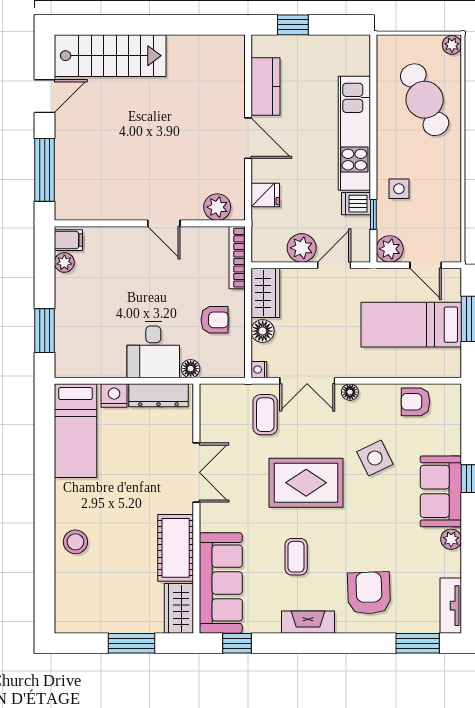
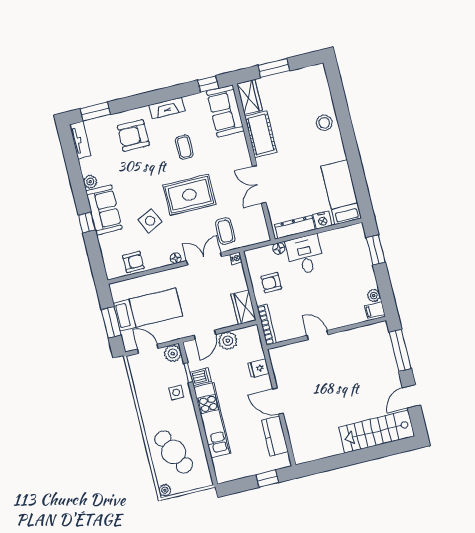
plant: (217, 207) -> (287, 353), removed
floor lamp: (263, 331) -> (240, 283), removed
sofa: (221, 583) -> (225, 111), width x0.73
armchair: (369, 593) -> (133, 136), turned 92

